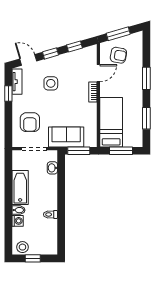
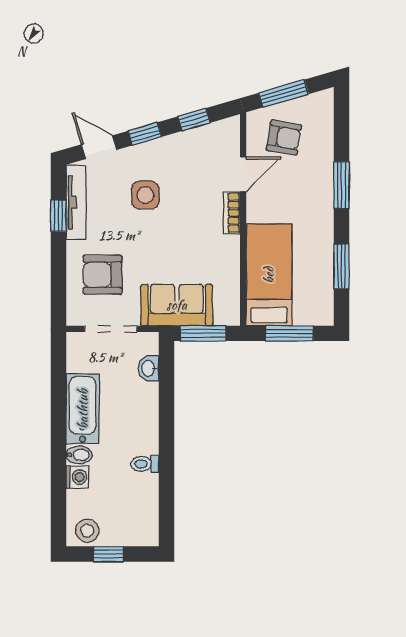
tv unit: (17, 82) -> (76, 202), width x1.41
armchair: (30, 122) -> (103, 275), turned 90

